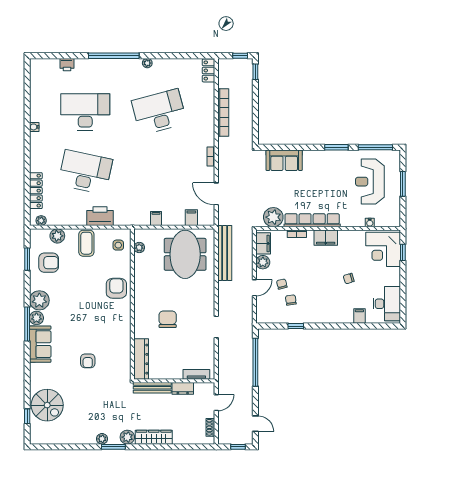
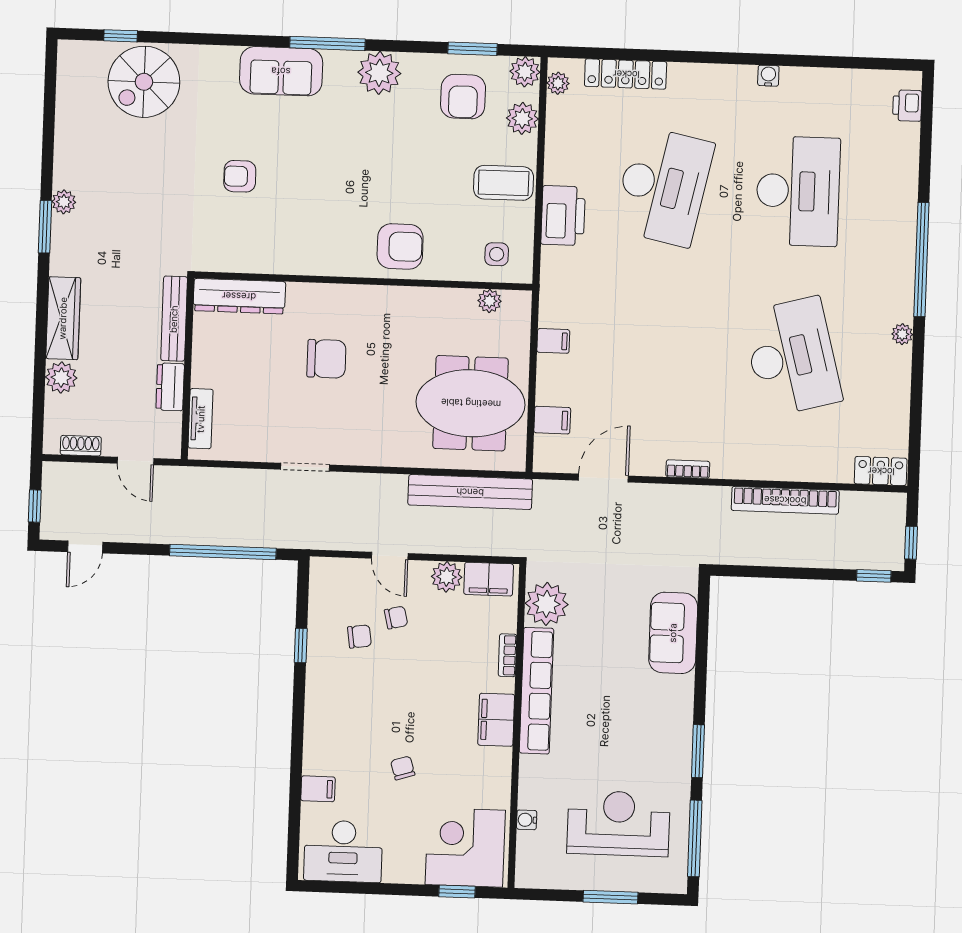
printer: (67, 65) -> (907, 106), moved
plant: (36, 318) -> (525, 72), moved
plant: (127, 437) -> (61, 378), moved

